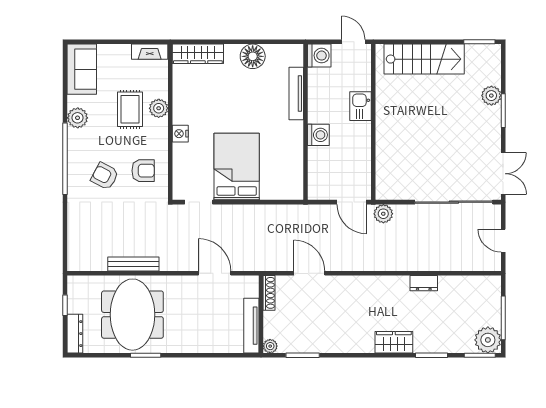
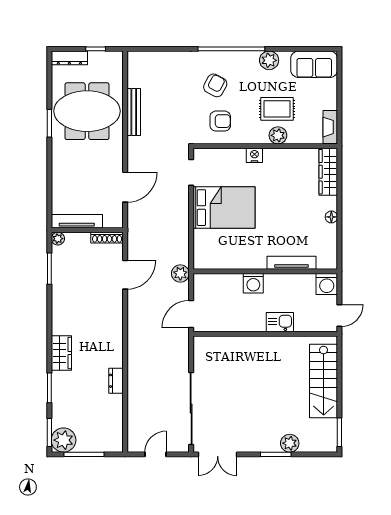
floor lamp: (253, 56) -> (331, 217), width x0.53, depth x0.53
armchair: (143, 171) -> (220, 121), turned -90
plant: (383, 214) -> (180, 273), moved

